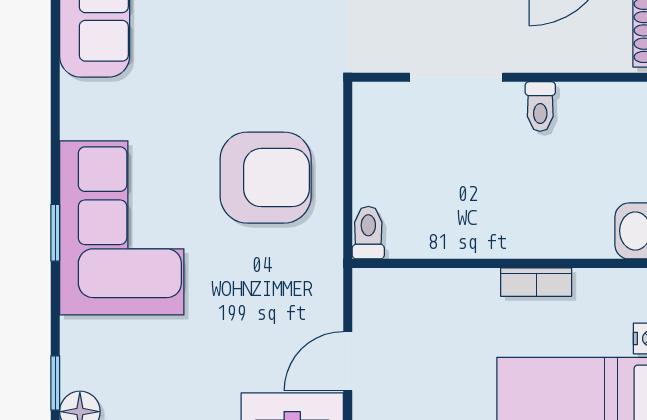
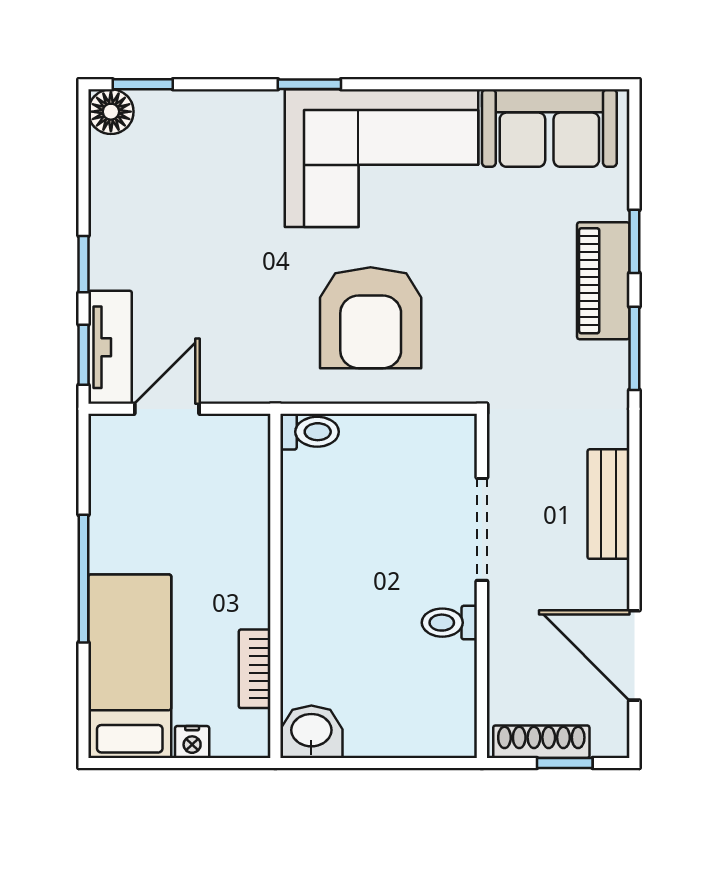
corner sofa: (122, 228) -> (382, 158), moved
bookcase: (536, 282) -> (255, 669), moved
door: (348, 361) -> (167, 409), hinge flipped

